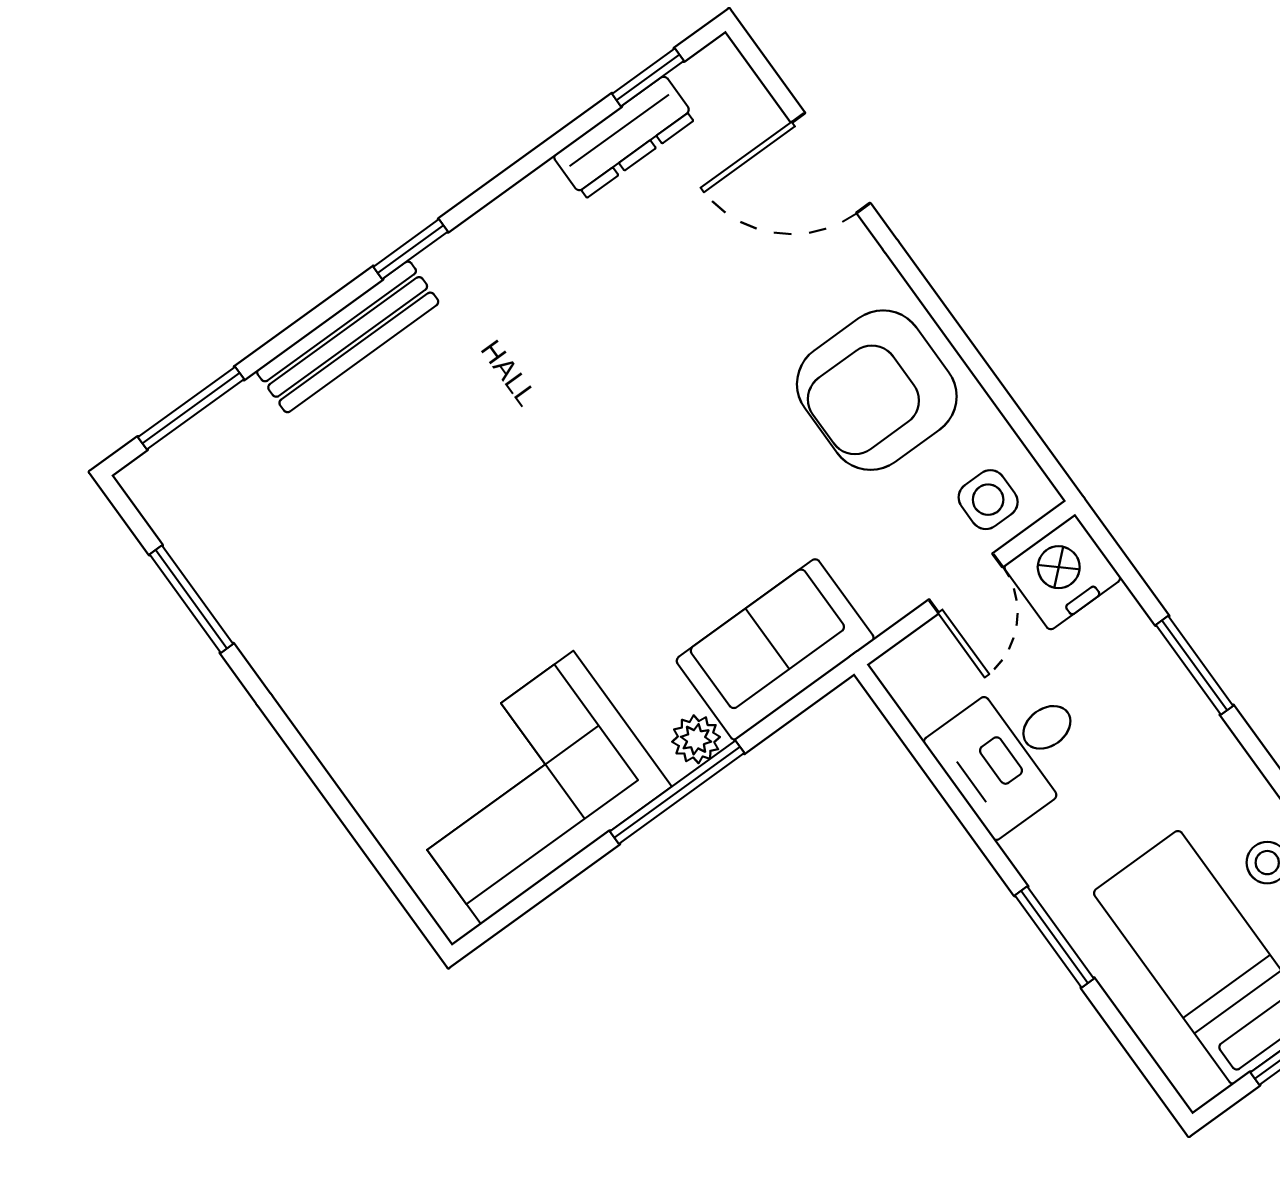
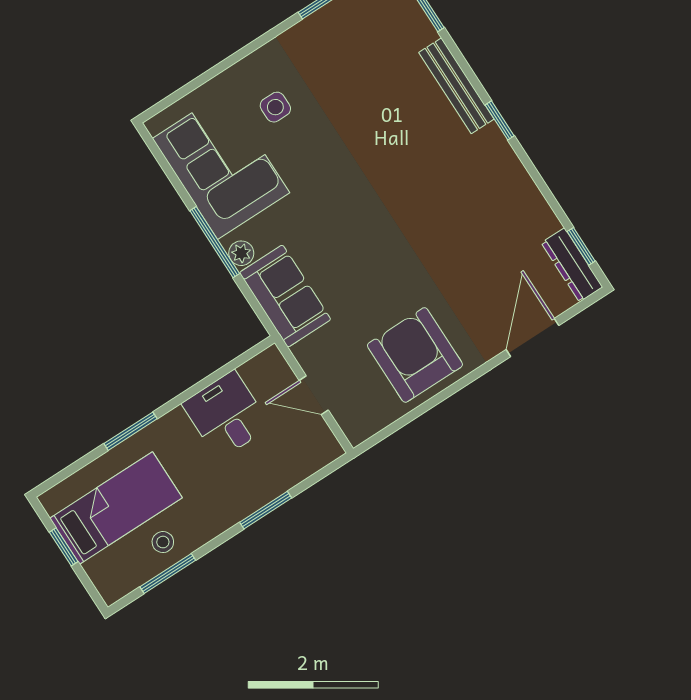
dresser: (624, 137) -> (572, 265), moved
side table: (988, 500) -> (275, 107), moved
nightstand: (1062, 572) -> (317, 445), removed

